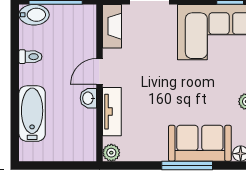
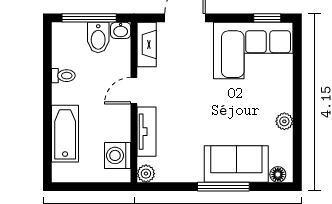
bidet: (34, 15) -> (98, 38), moved, turned 90
washbasin: (88, 98) -> (121, 30), moved, turned -90
washing machine: (84, 135) -> (118, 155), added

